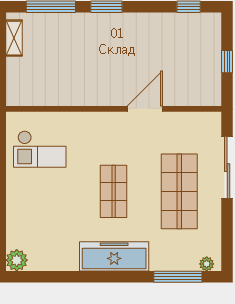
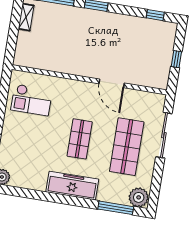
door: (145, 109) -> (112, 83), swing flipped
plant: (207, 264) -> (139, 197), width x1.88, depth x1.88

